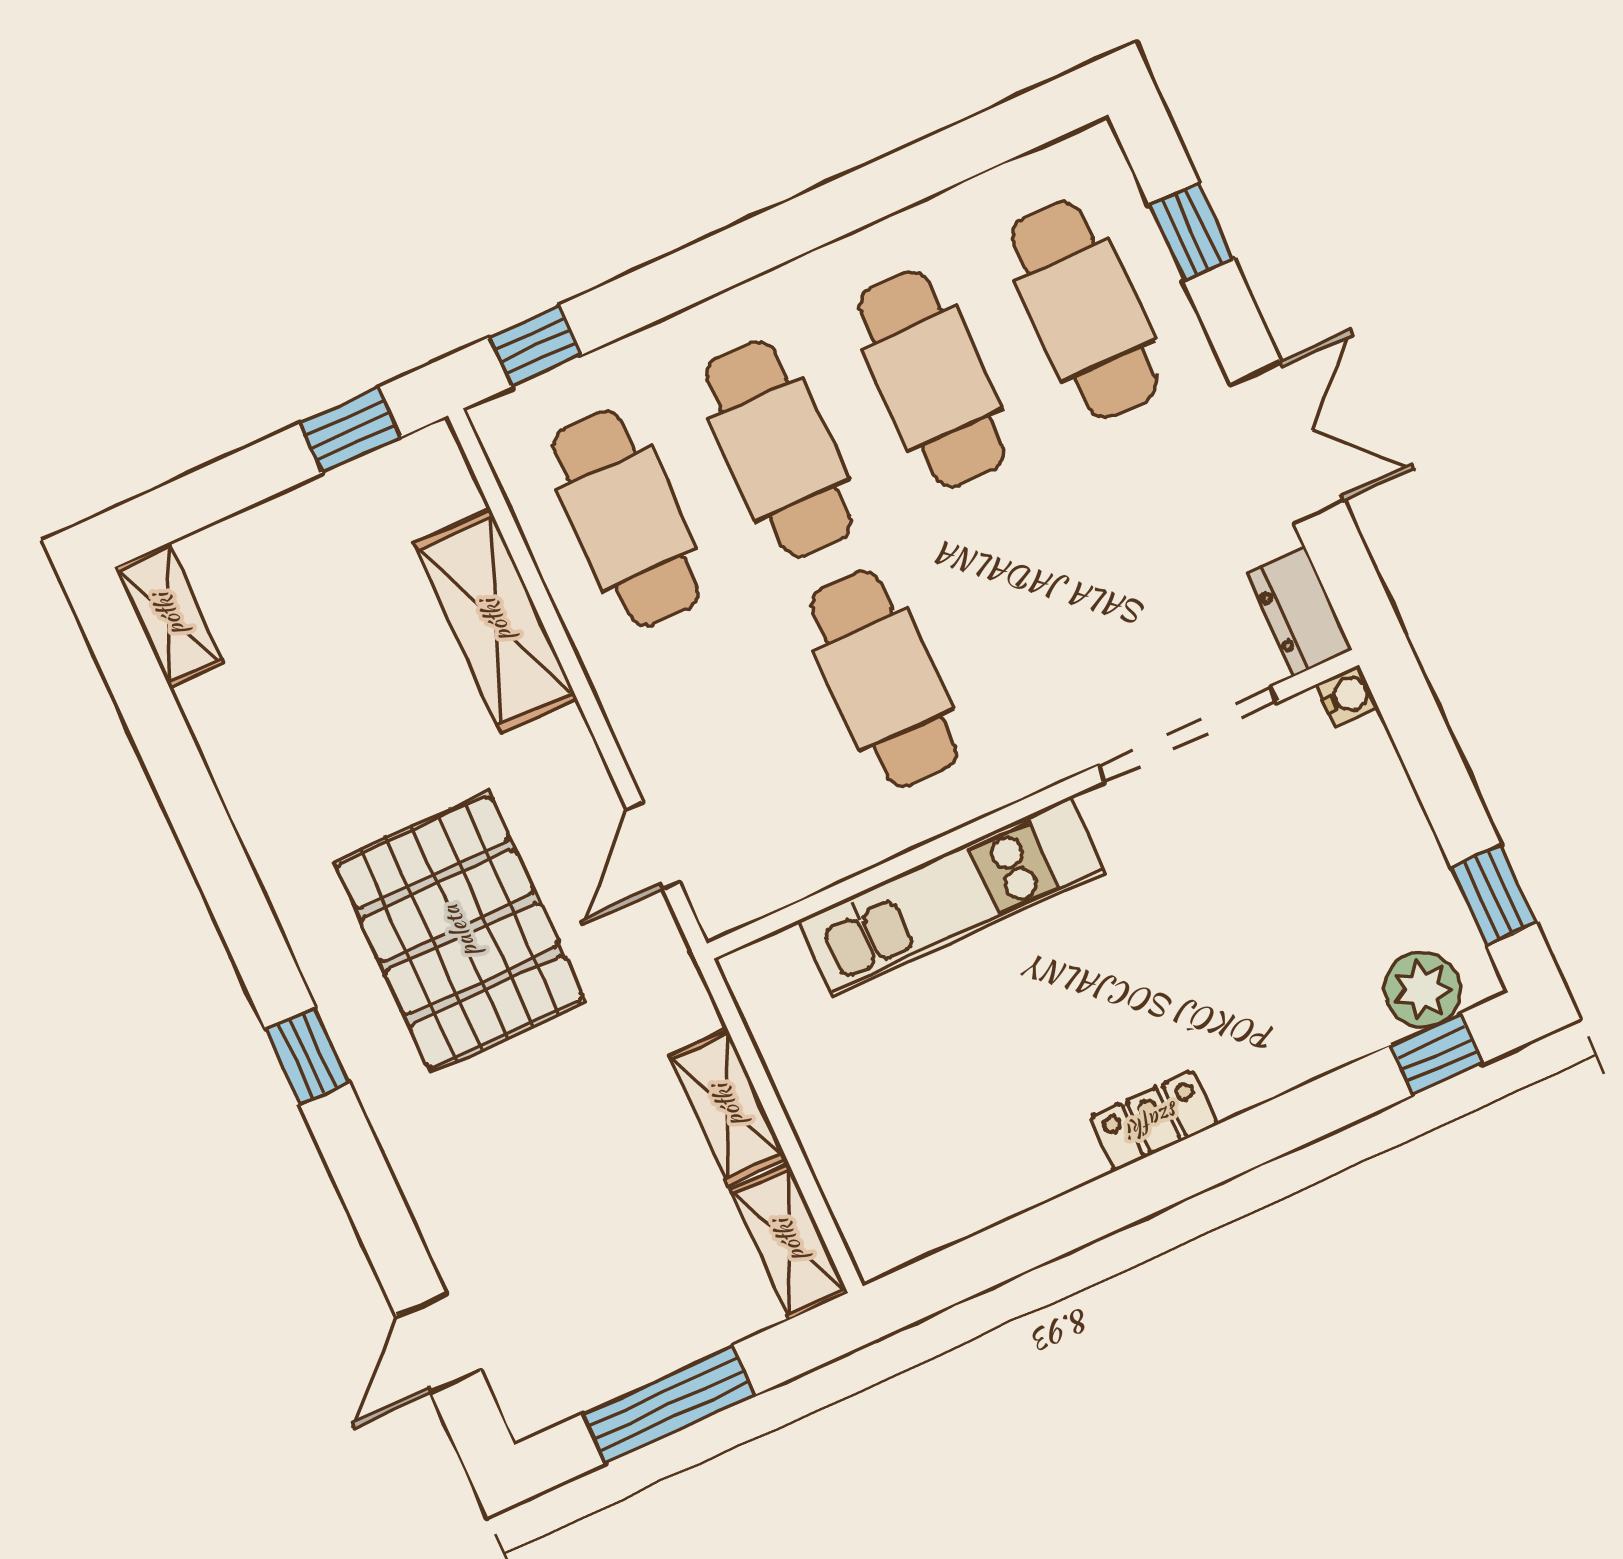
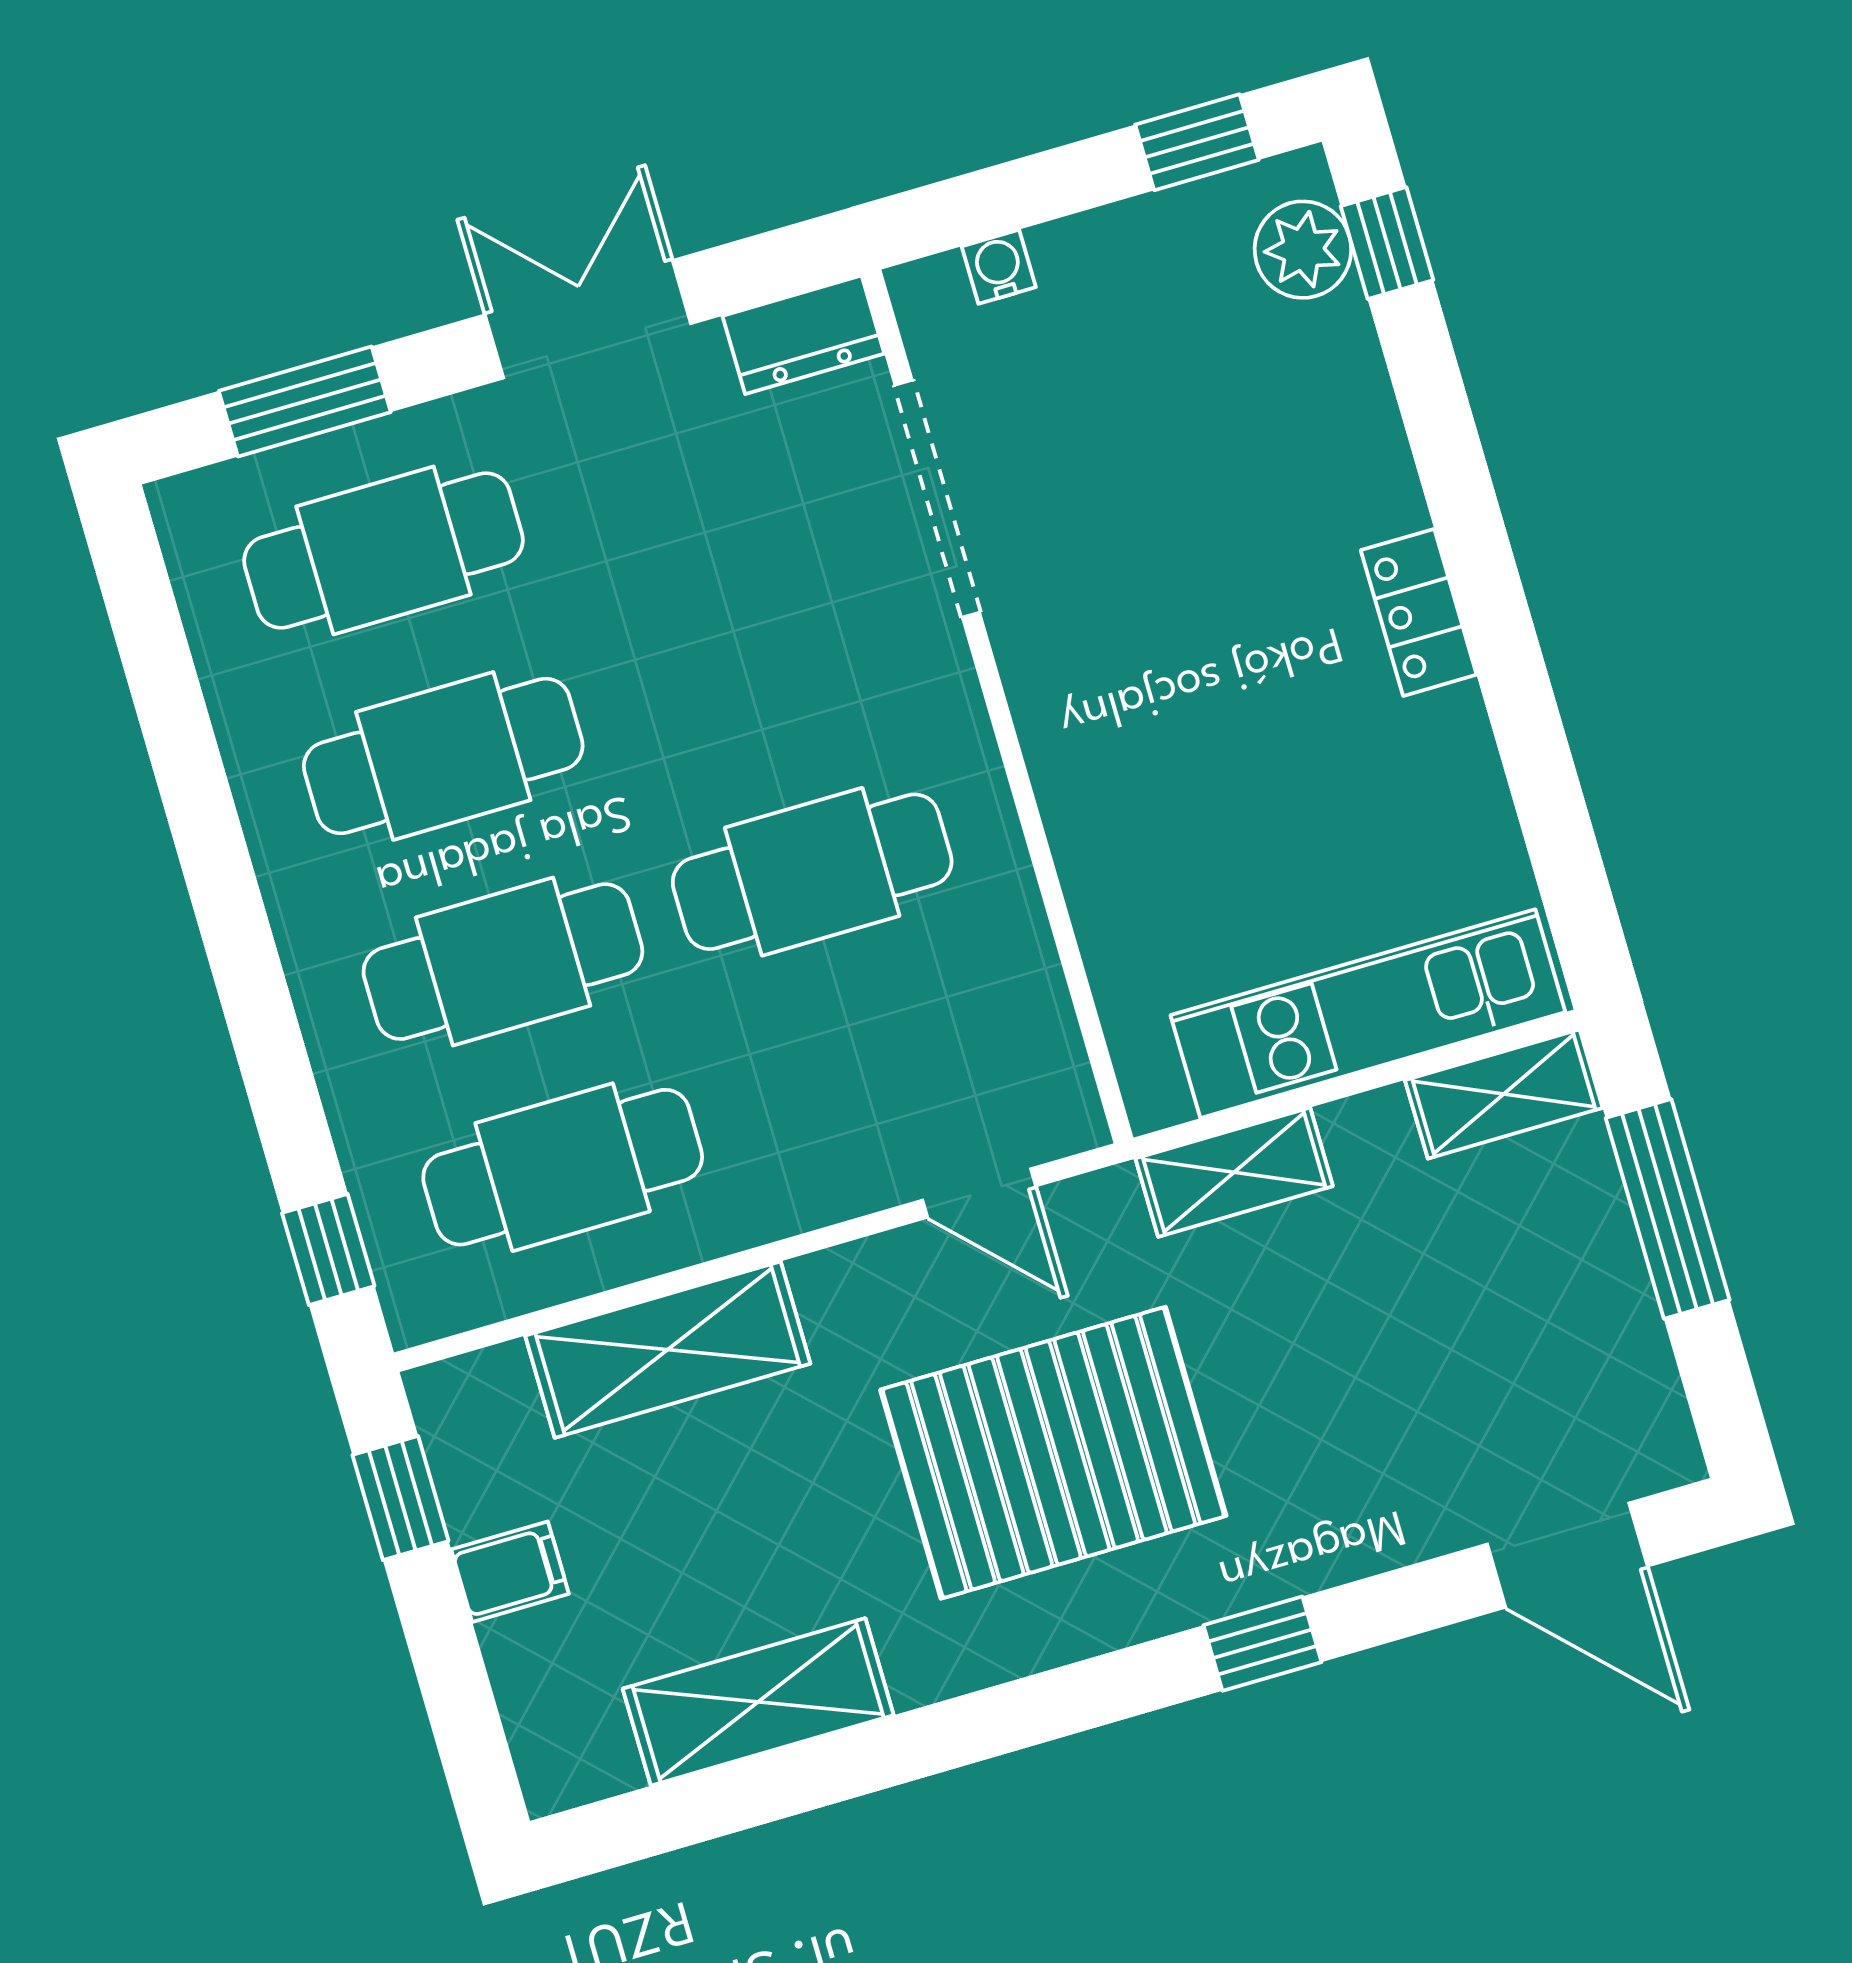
window: (1191, 232) -> (305, 401), width x1.50
filing cabinet: (306, 524) -> (510, 1572), added
shelving: (169, 615) -> (758, 1702), moved, width x1.50, depth x1.33
water cooler: (1347, 696) -> (999, 267), moved
kitchen unit: (951, 897) -> (1368, 1014), moved, turned -90
window: (307, 1056) -> (1262, 1644), moved
shelving: (728, 1106) -> (1234, 1172), moved
door: (438, 1343) -> (1567, 1555), width x1.38
window: (669, 1404) -> (1668, 1209), moved

